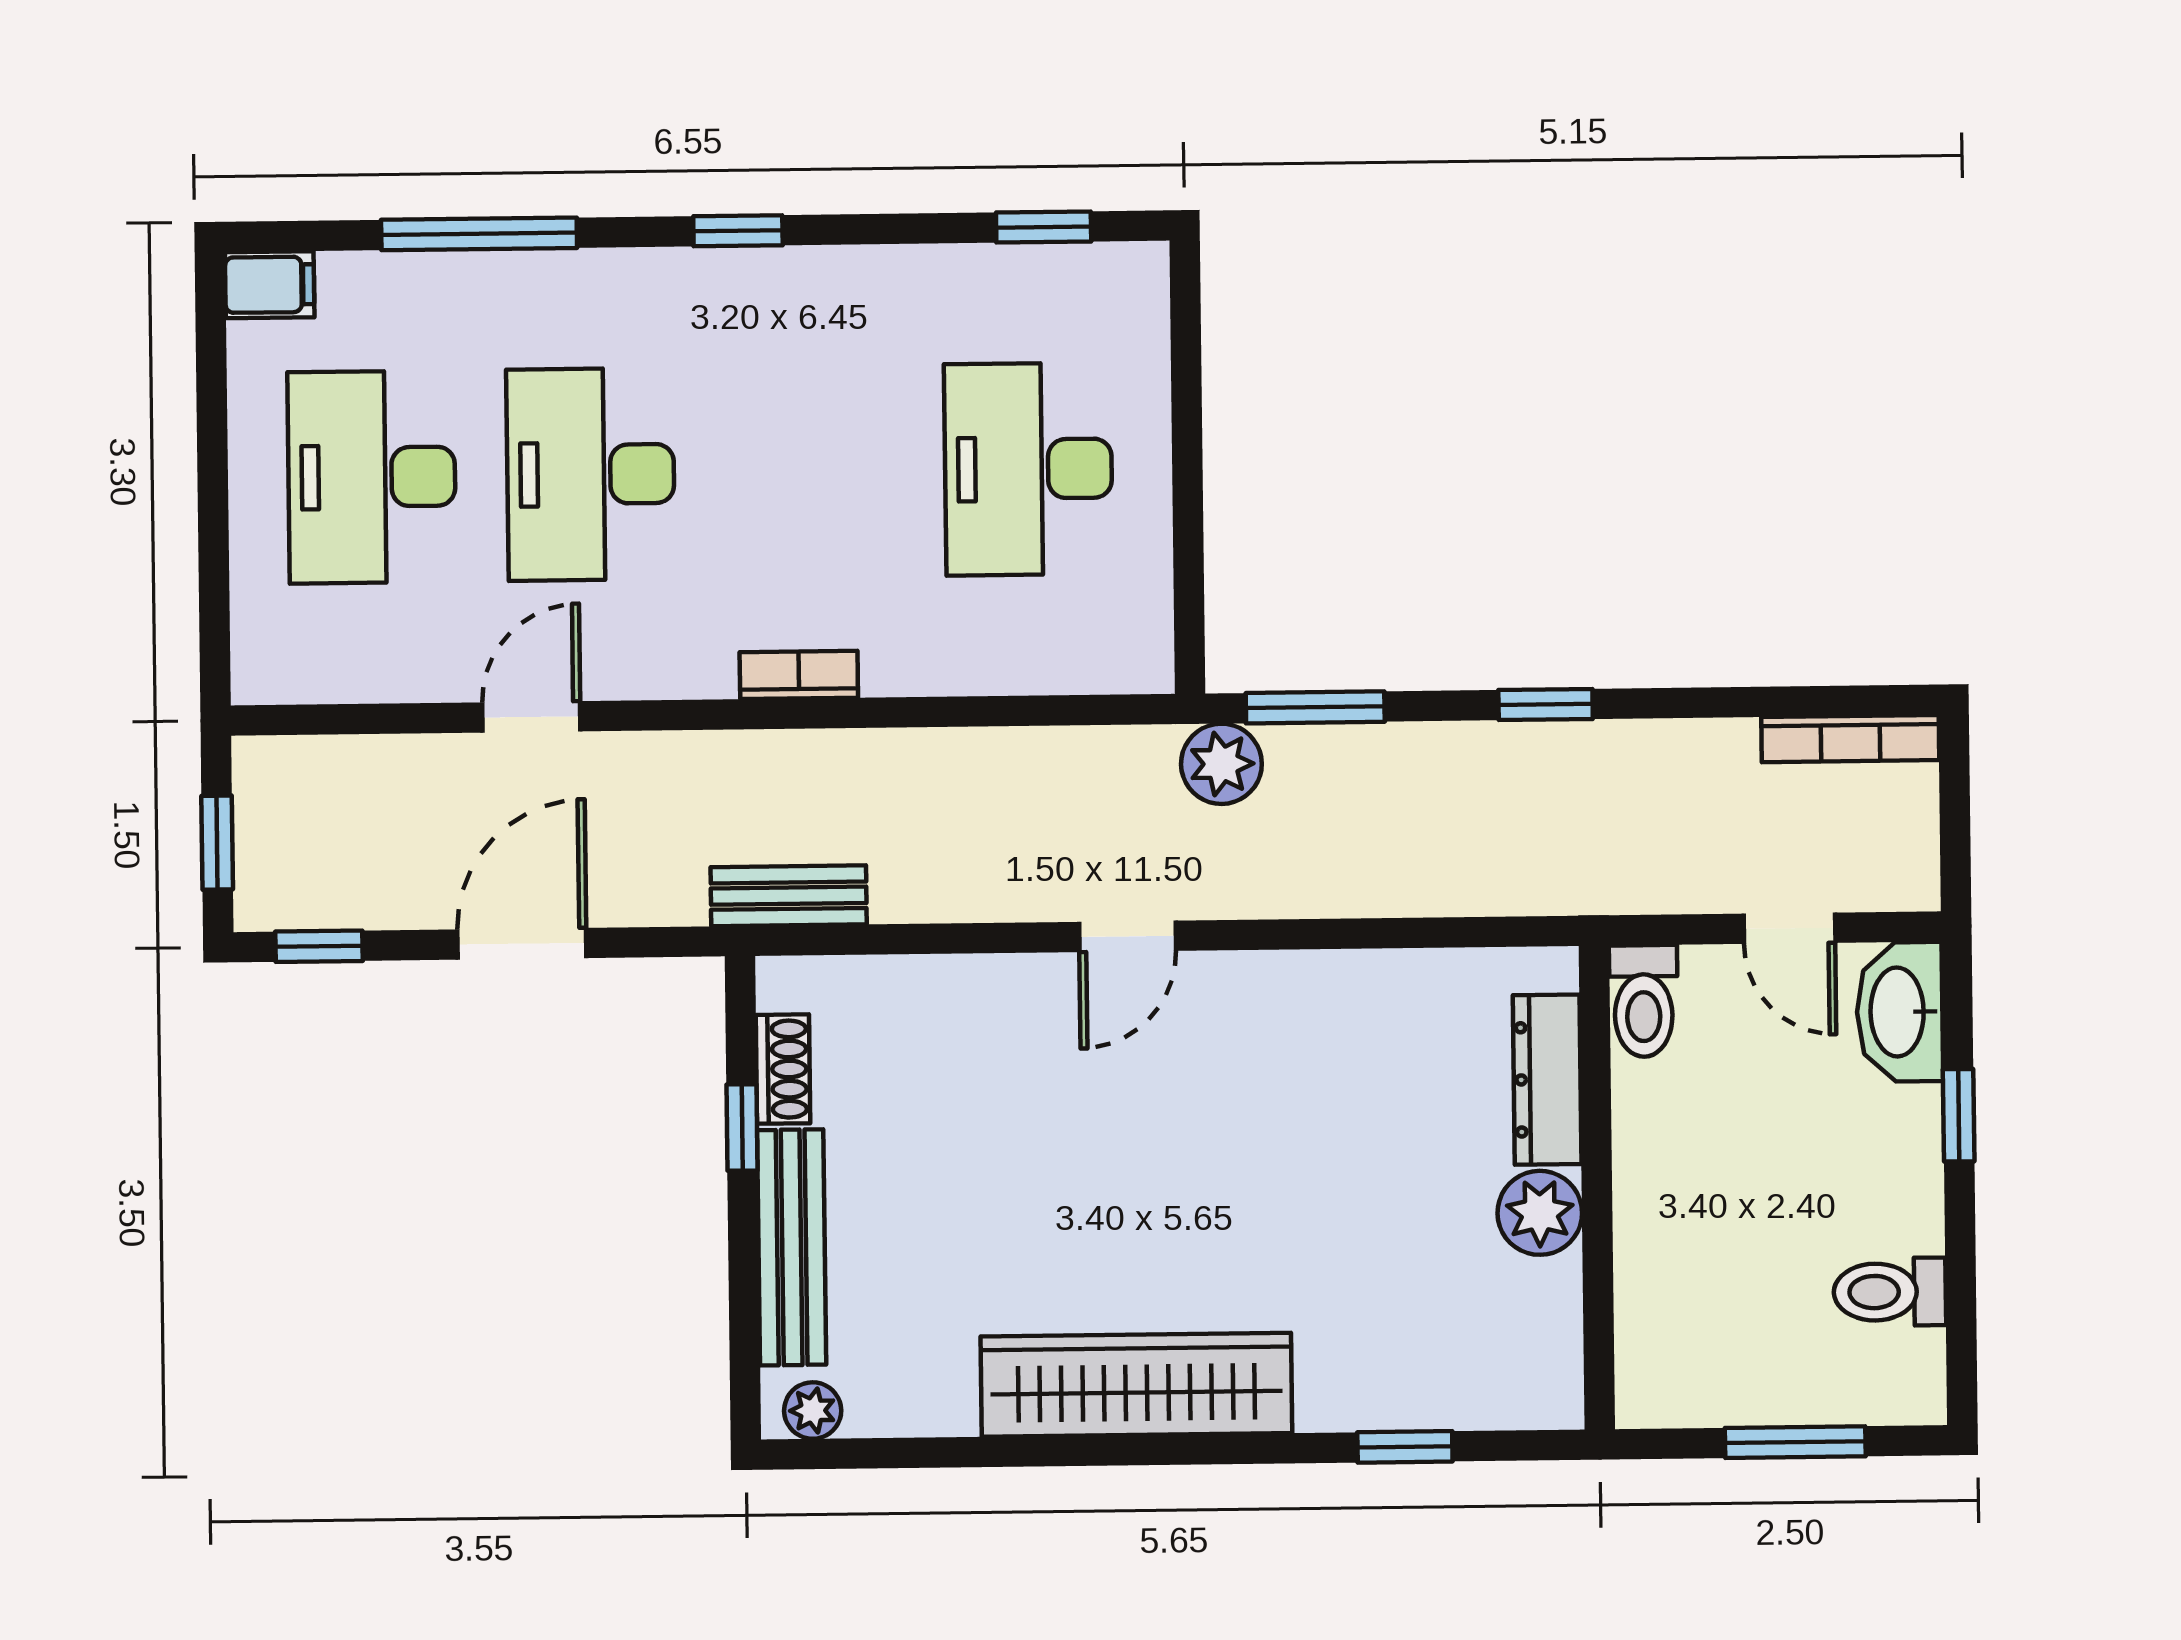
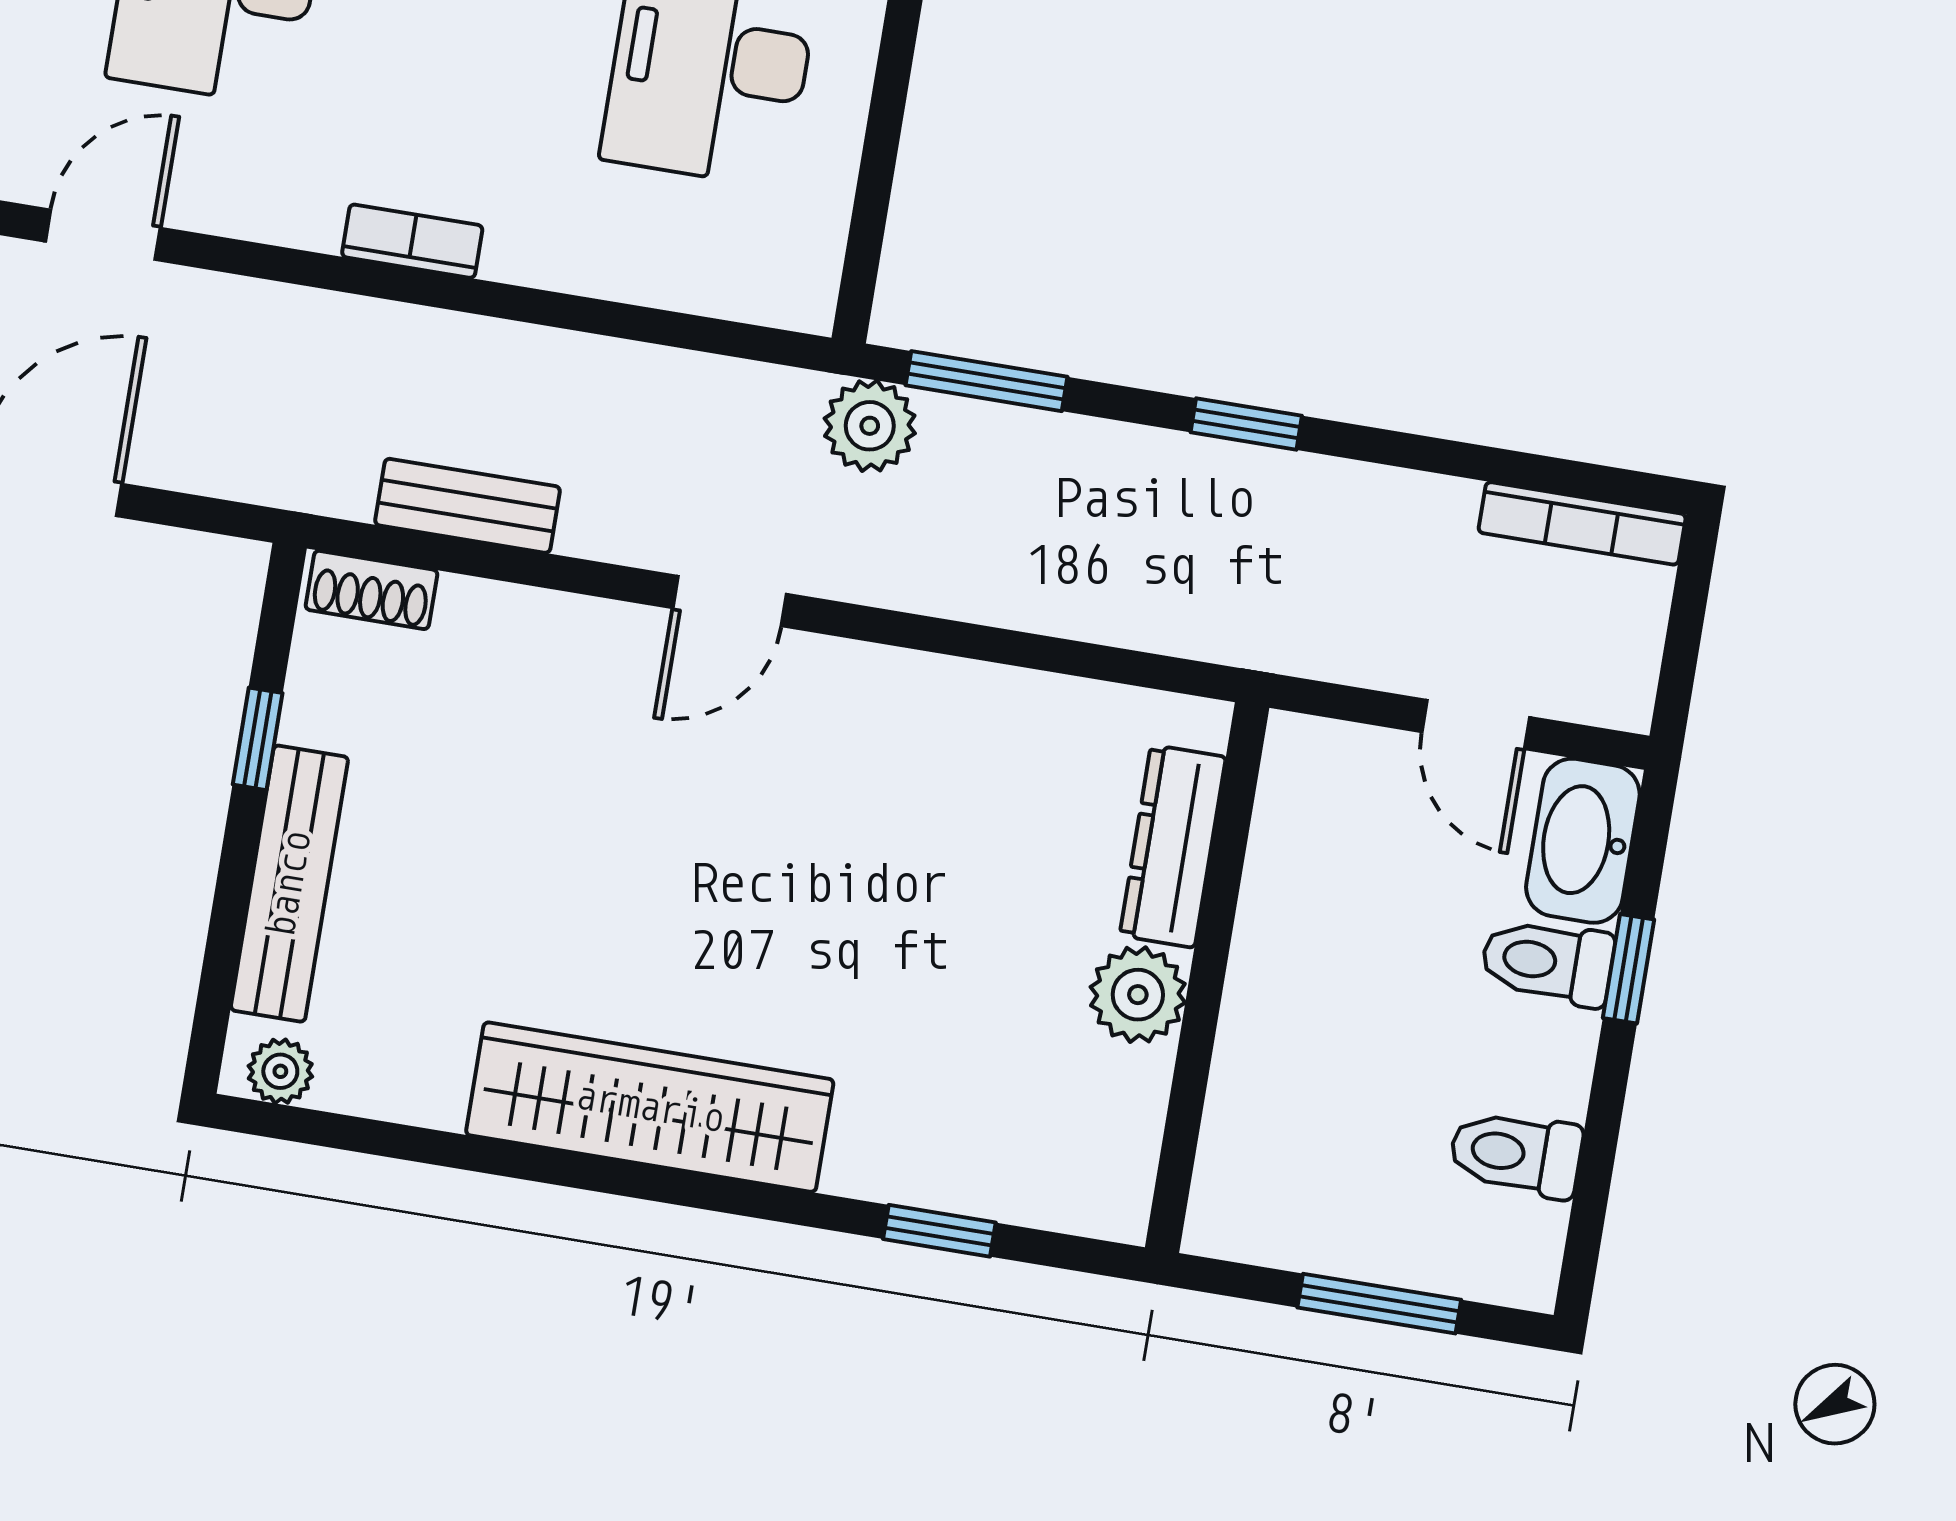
bench: (789, 896) -> (467, 506), moved
toilet: (1644, 1001) -> (1547, 962), moved, turned 90
shoe rack: (783, 1069) -> (372, 590), moved, turned 90

